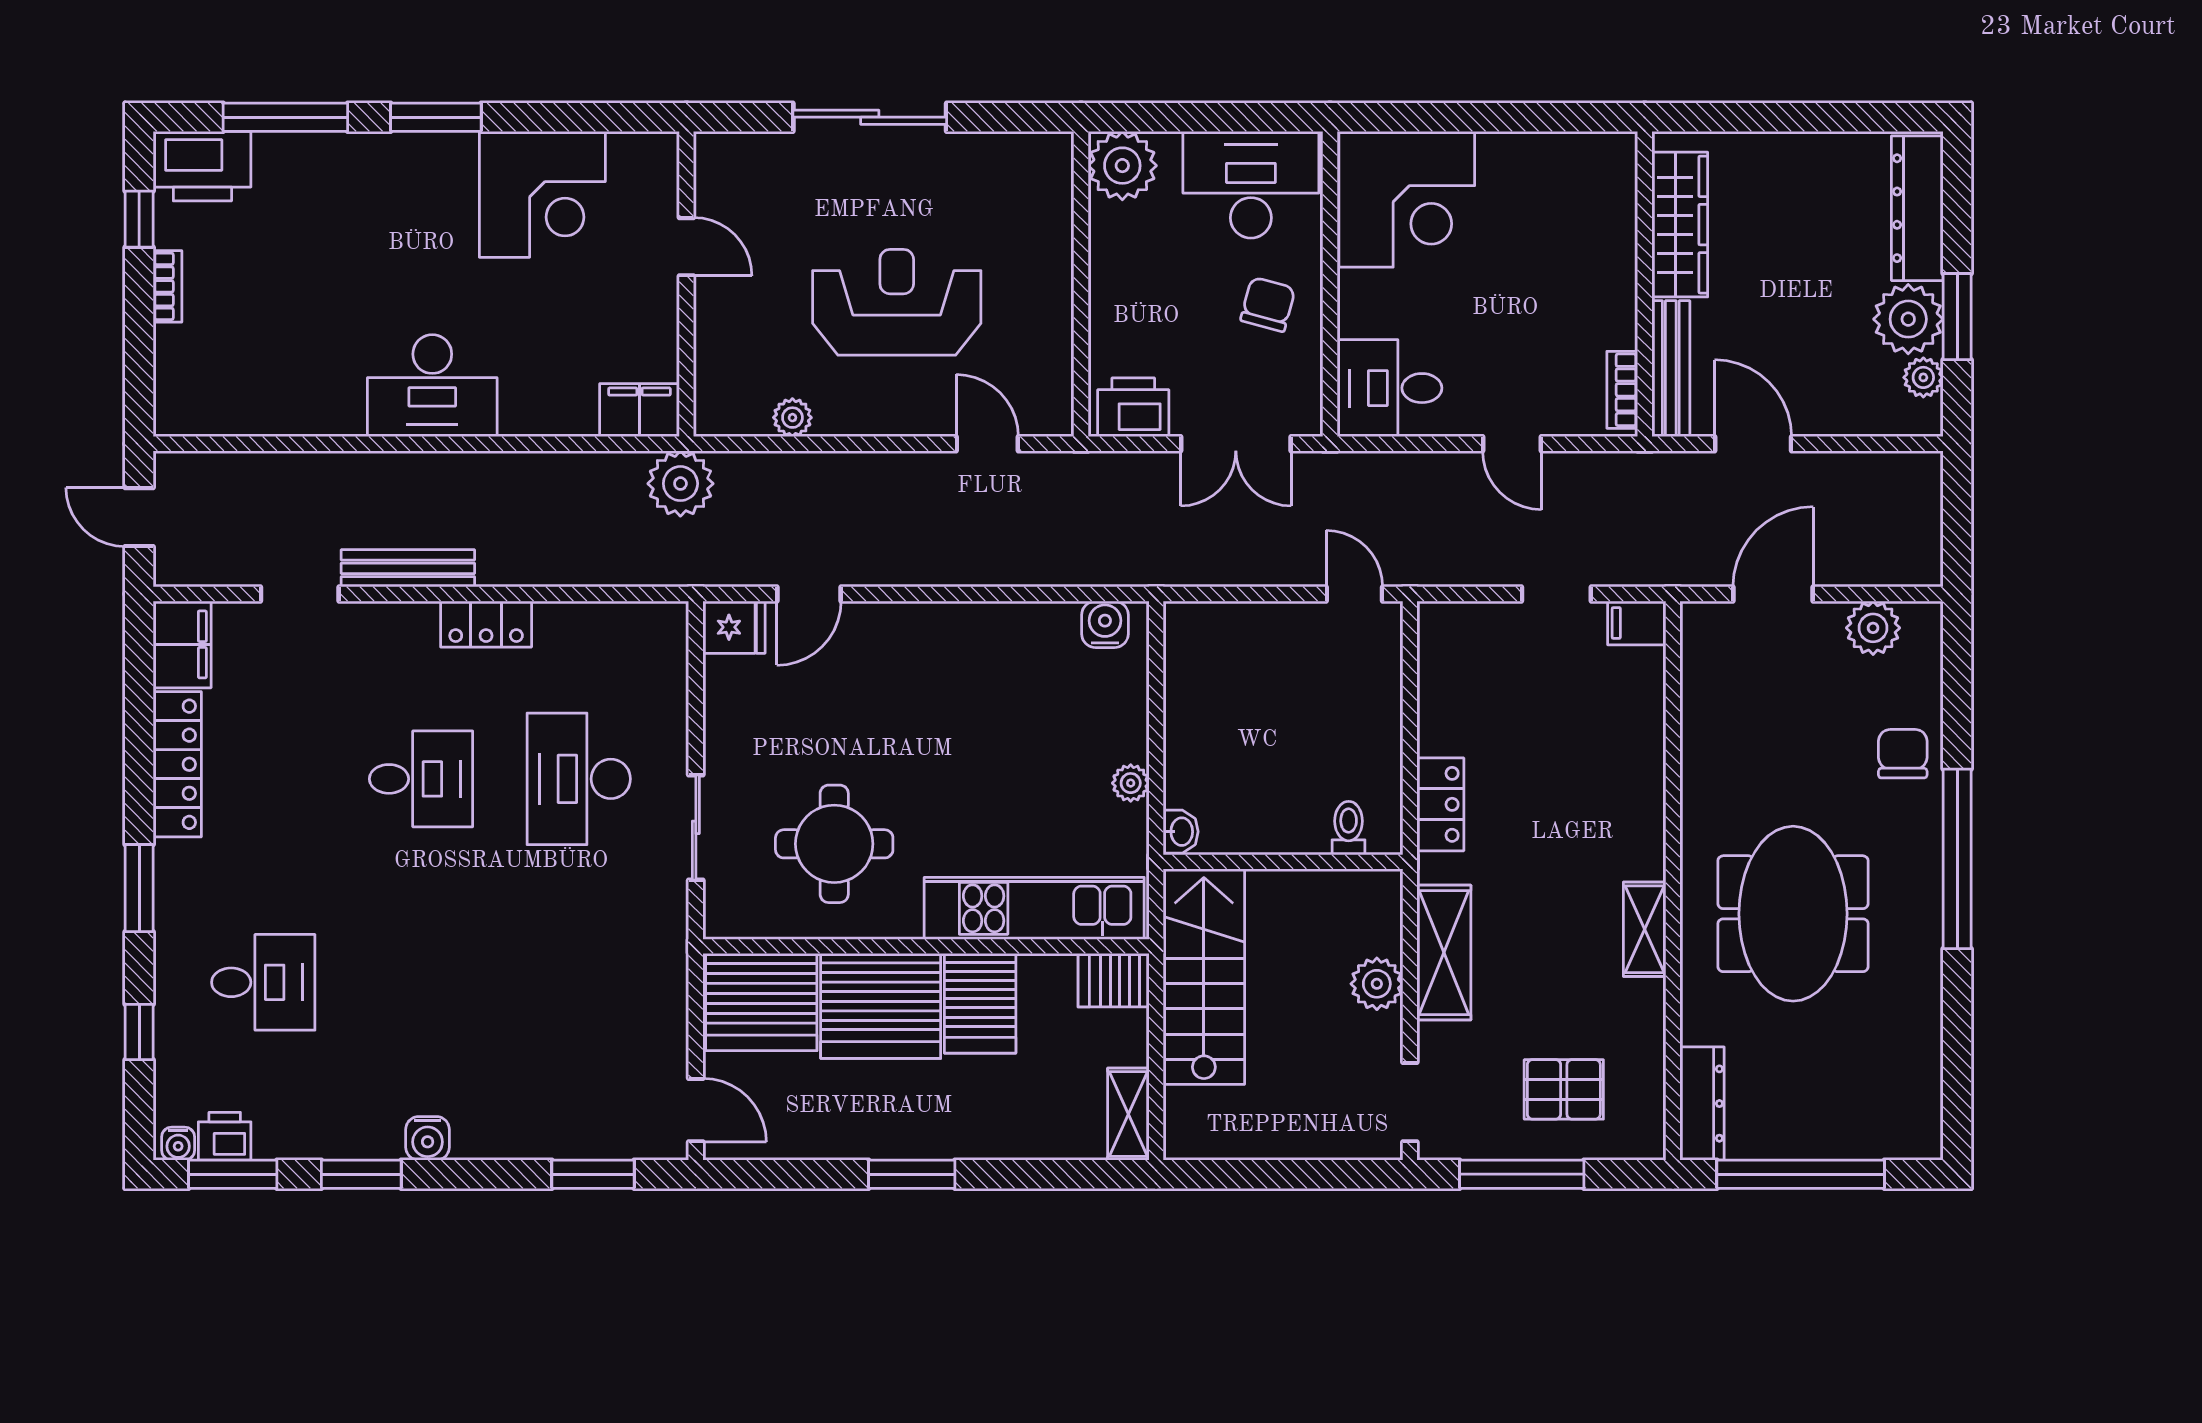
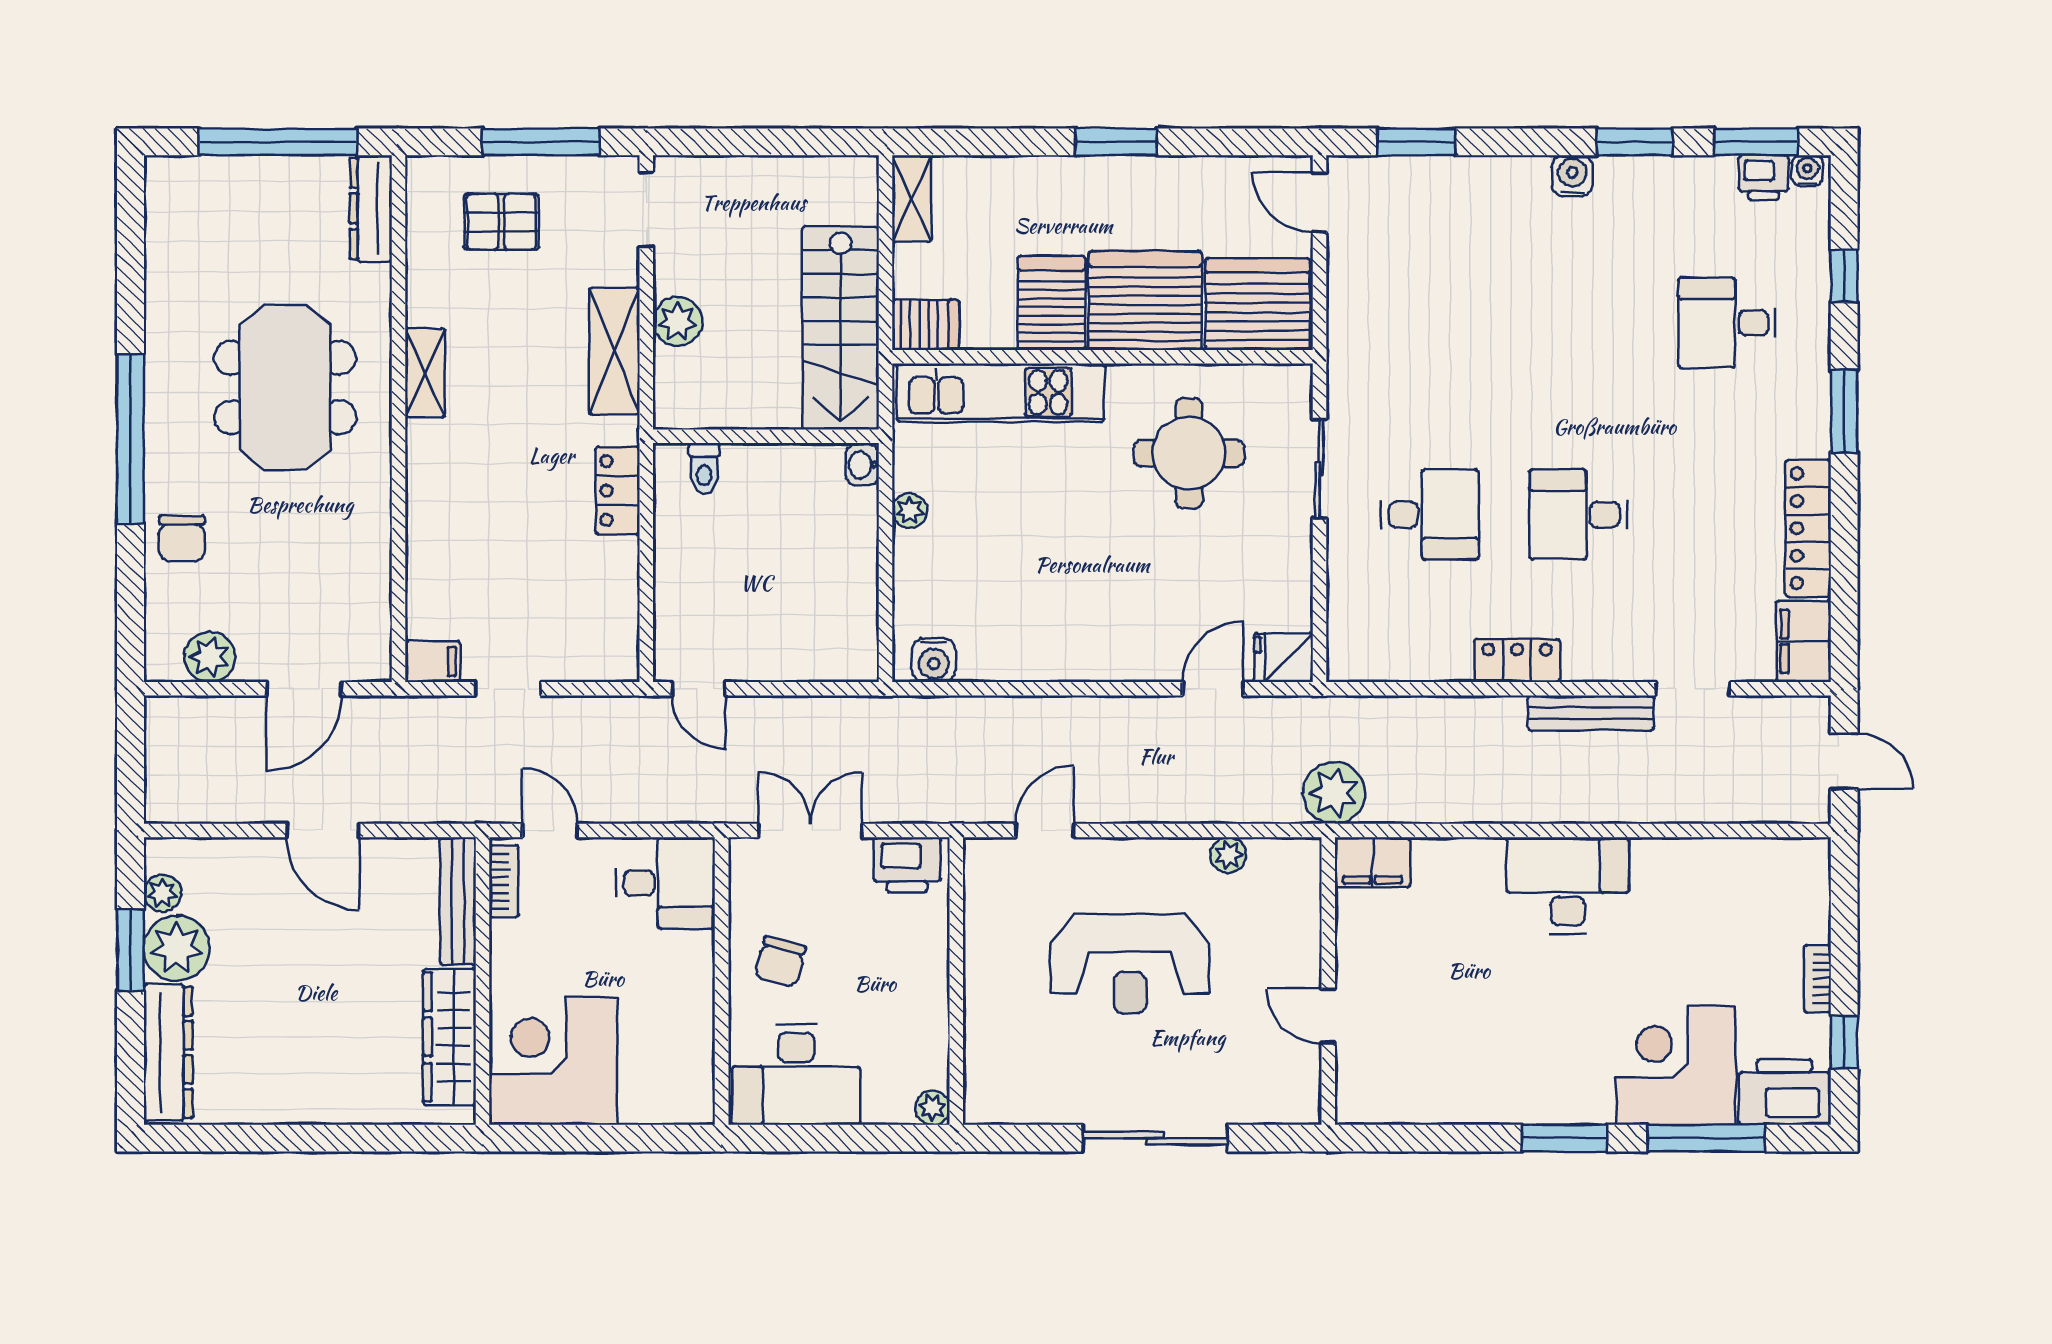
plant: (1122, 166) -> (932, 1108), width x0.53, depth x0.53
corner desk: (542, 194) -> (1676, 1065), moved
corner desk: (1407, 199) -> (553, 1061), moved
wardrobe: (1680, 225) -> (450, 1037), moved
wall: (1645, 284) -> (483, 981), moved
bench: (1671, 369) -> (458, 901), moved
bookcase: (1622, 390) -> (504, 881), moved
door: (987, 444) -> (1045, 830), swing flipped
desk: (579, 779) -> (1430, 515), width x0.73

